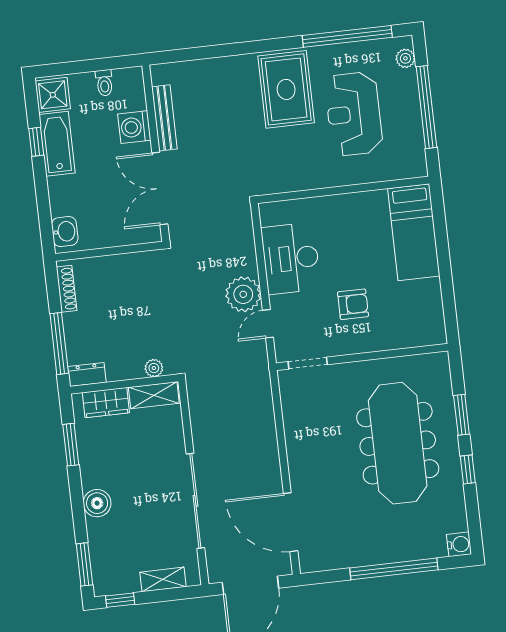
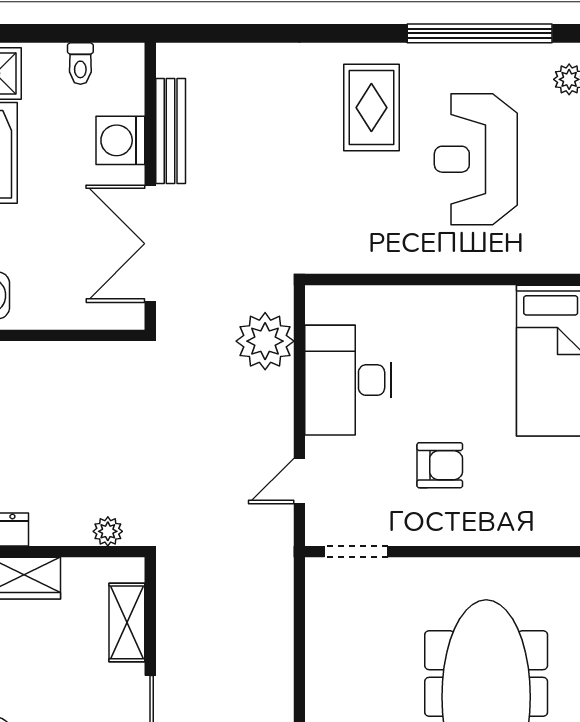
rug: (286, 89) -> (371, 108), width x0.73, depth x0.70
plant: (243, 294) -> (265, 341), moved
shelving: (154, 395) -> (127, 622), moved, turned 90

